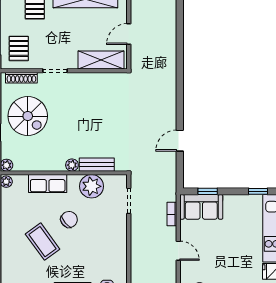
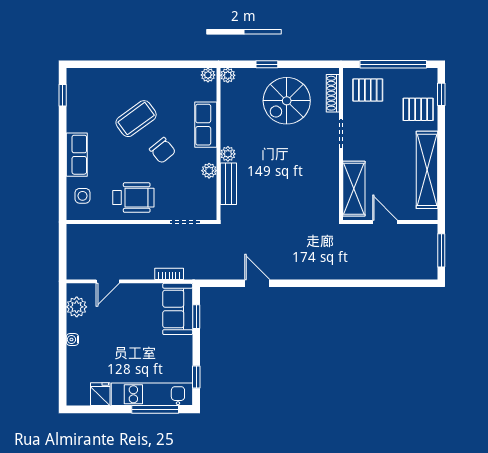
plant: (92, 186) -> (209, 171), width x0.53, depth x0.53
wheelchair: (108, 244) -> (133, 198), added
door: (178, 251) -> (108, 281), moved

